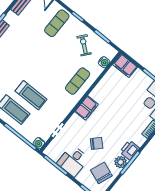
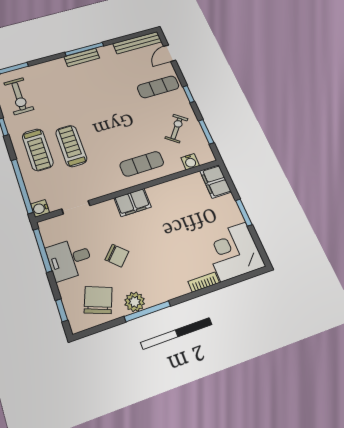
treadmill: (31, 95) -> (71, 146), turned 180
printer: (130, 150) -> (158, 293), removed

